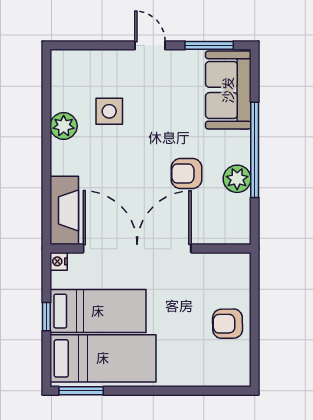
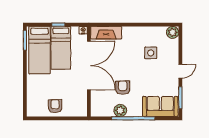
plant: (64, 126) -> (173, 32), moved

